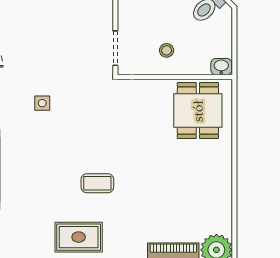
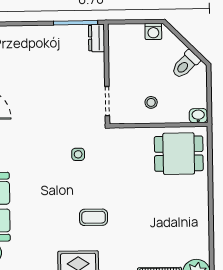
side table: (42, 103) -> (78, 154), moved
dining table: (198, 111) -> (179, 154), turned 90

